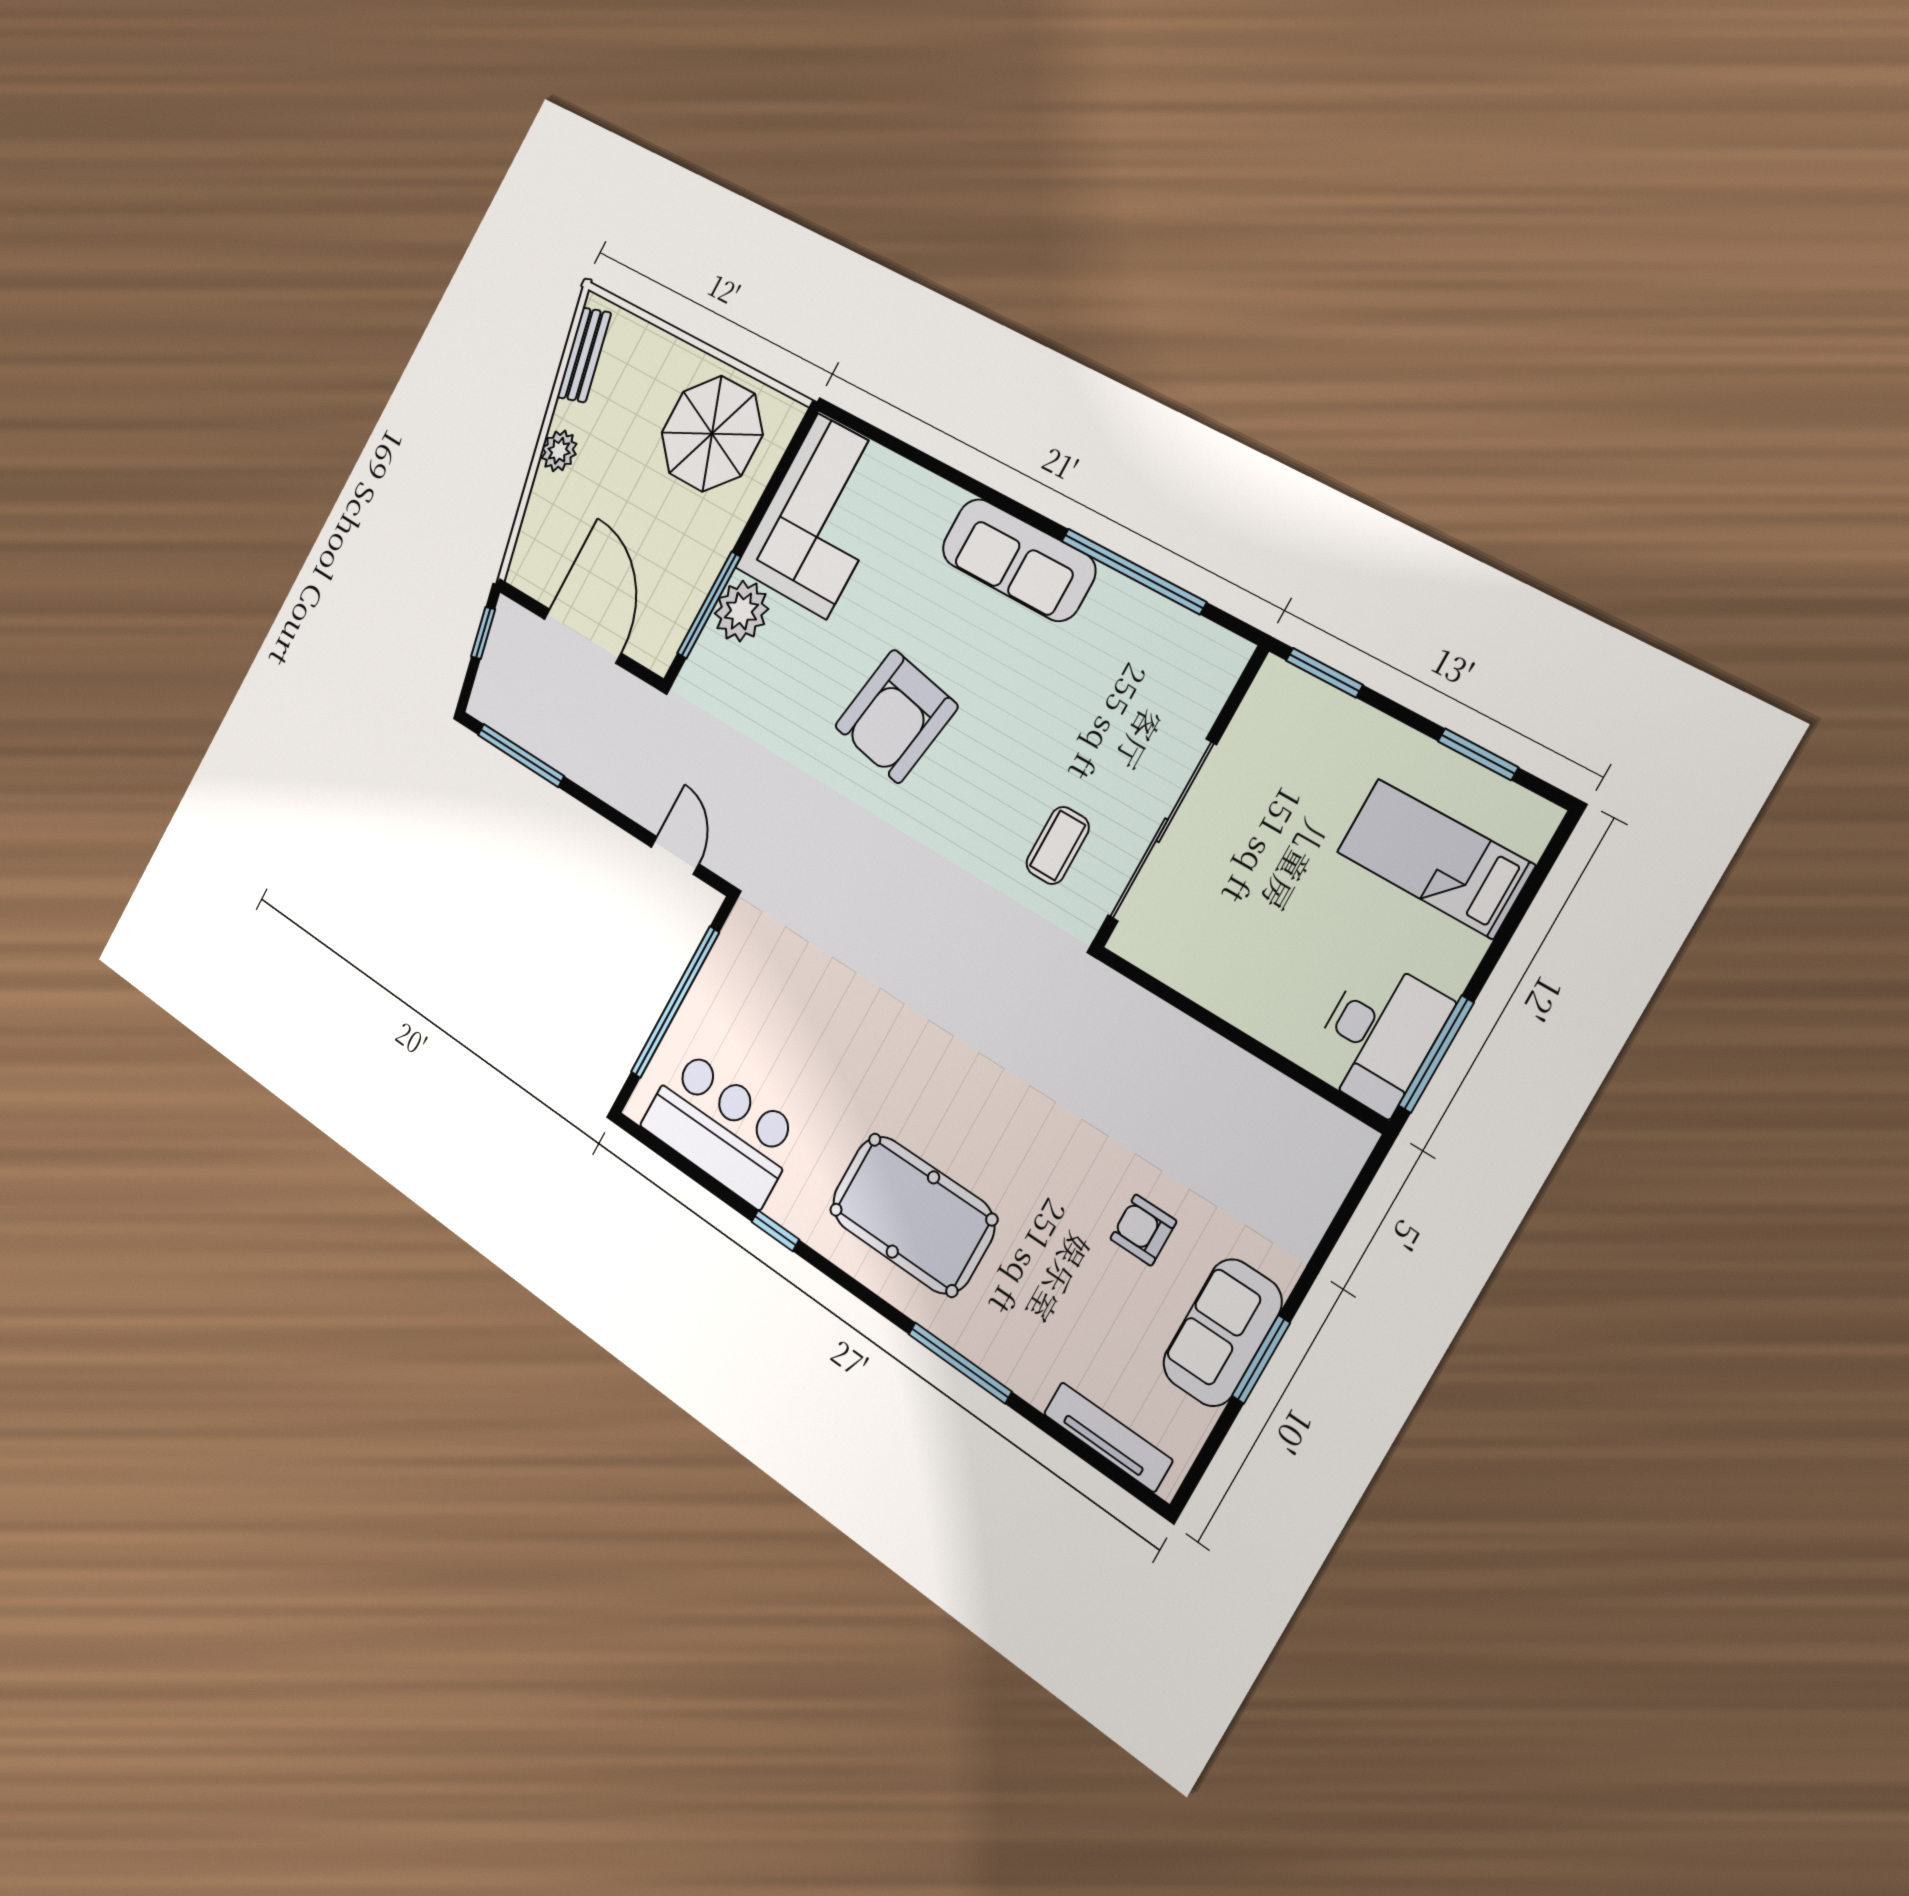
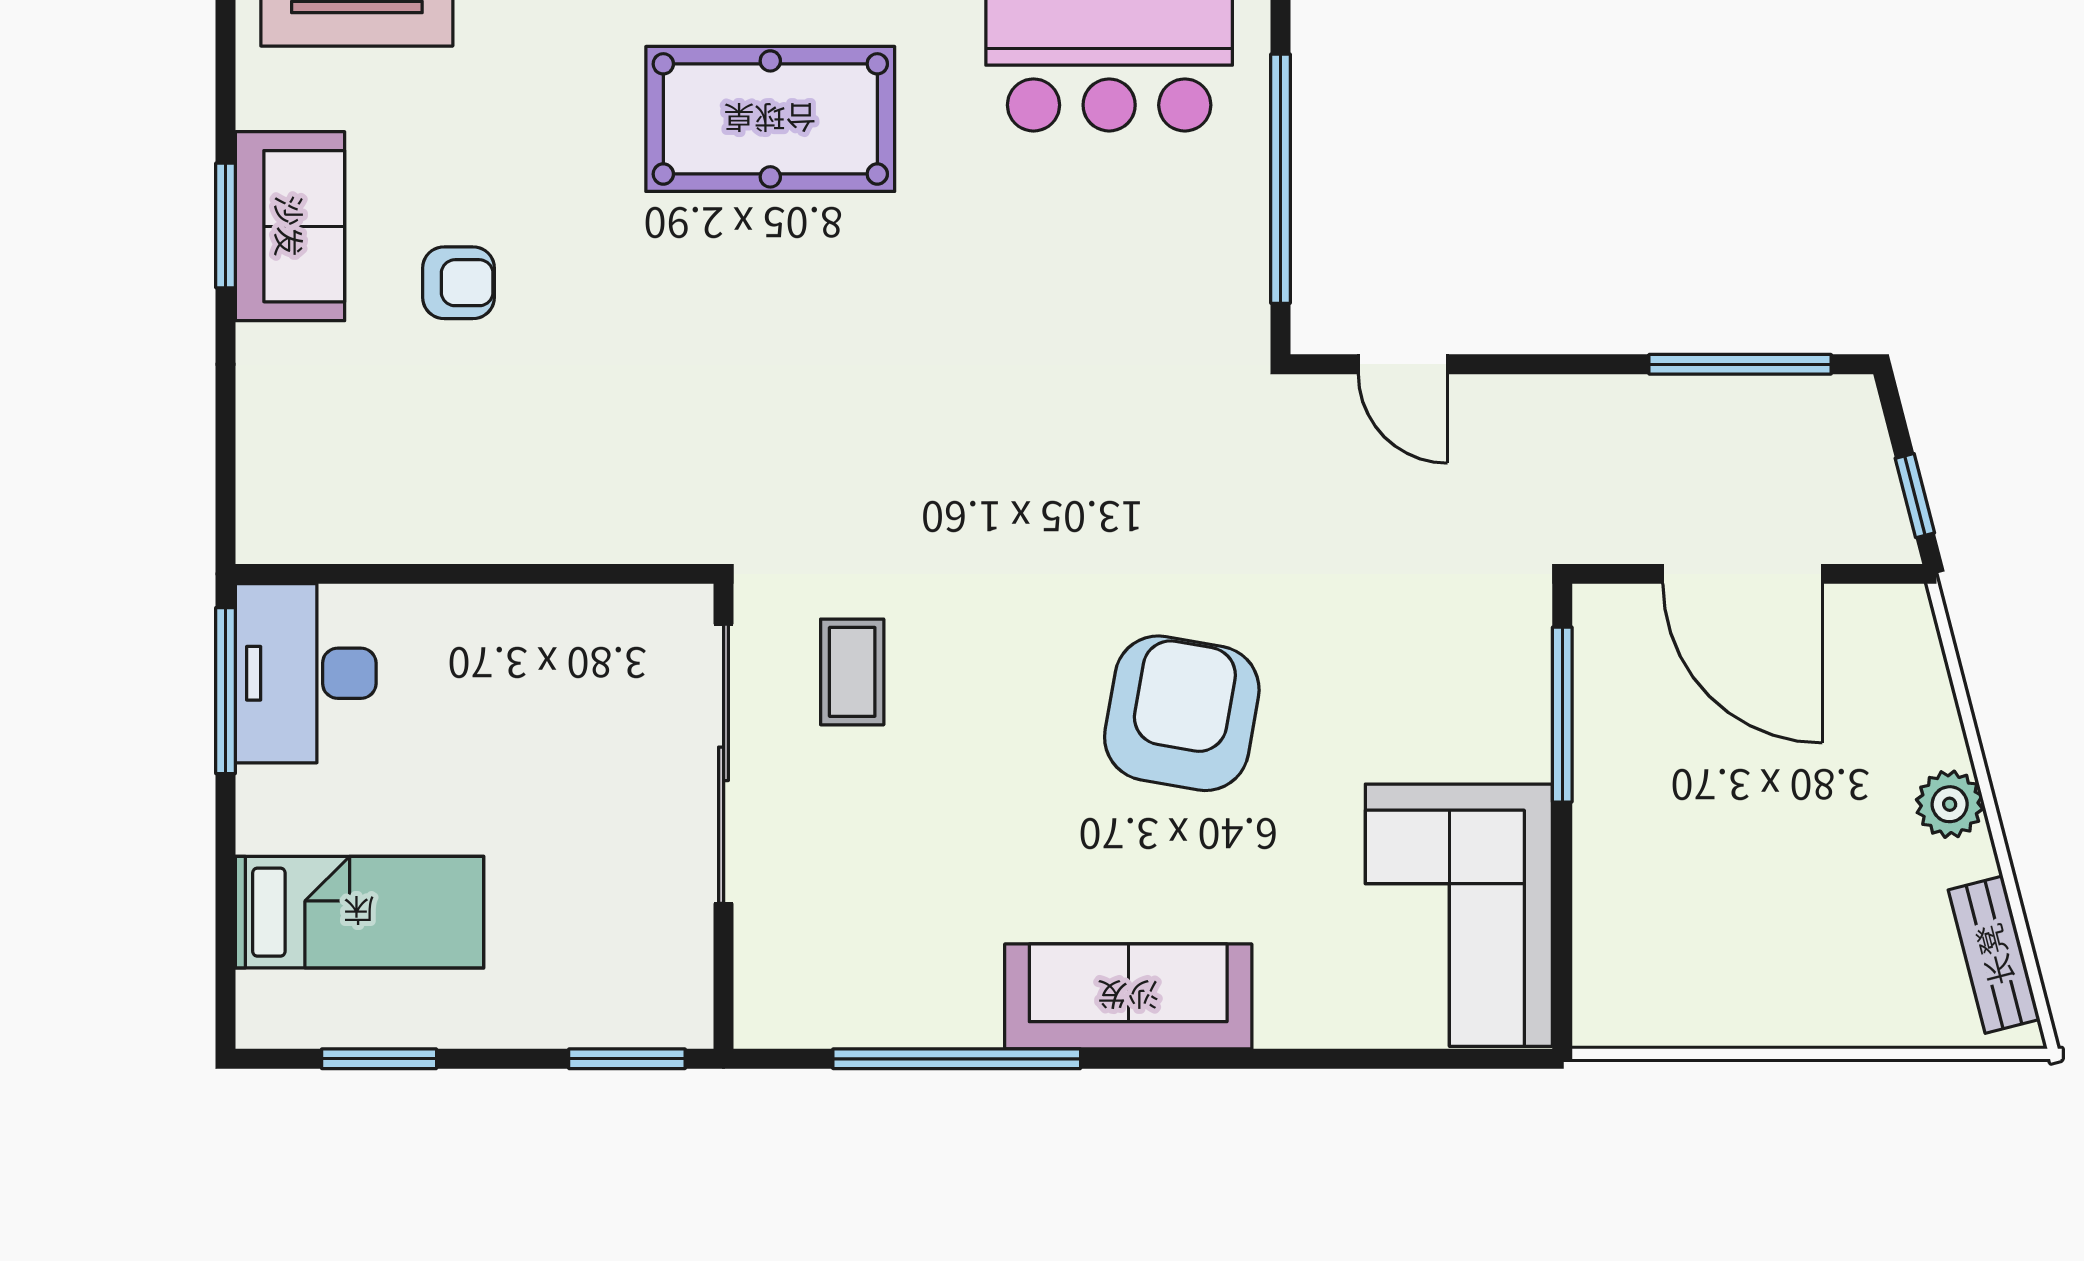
parasol: (712, 434) -> (1706, 943), removed
plant: (741, 611) -> (1505, 732), removed

